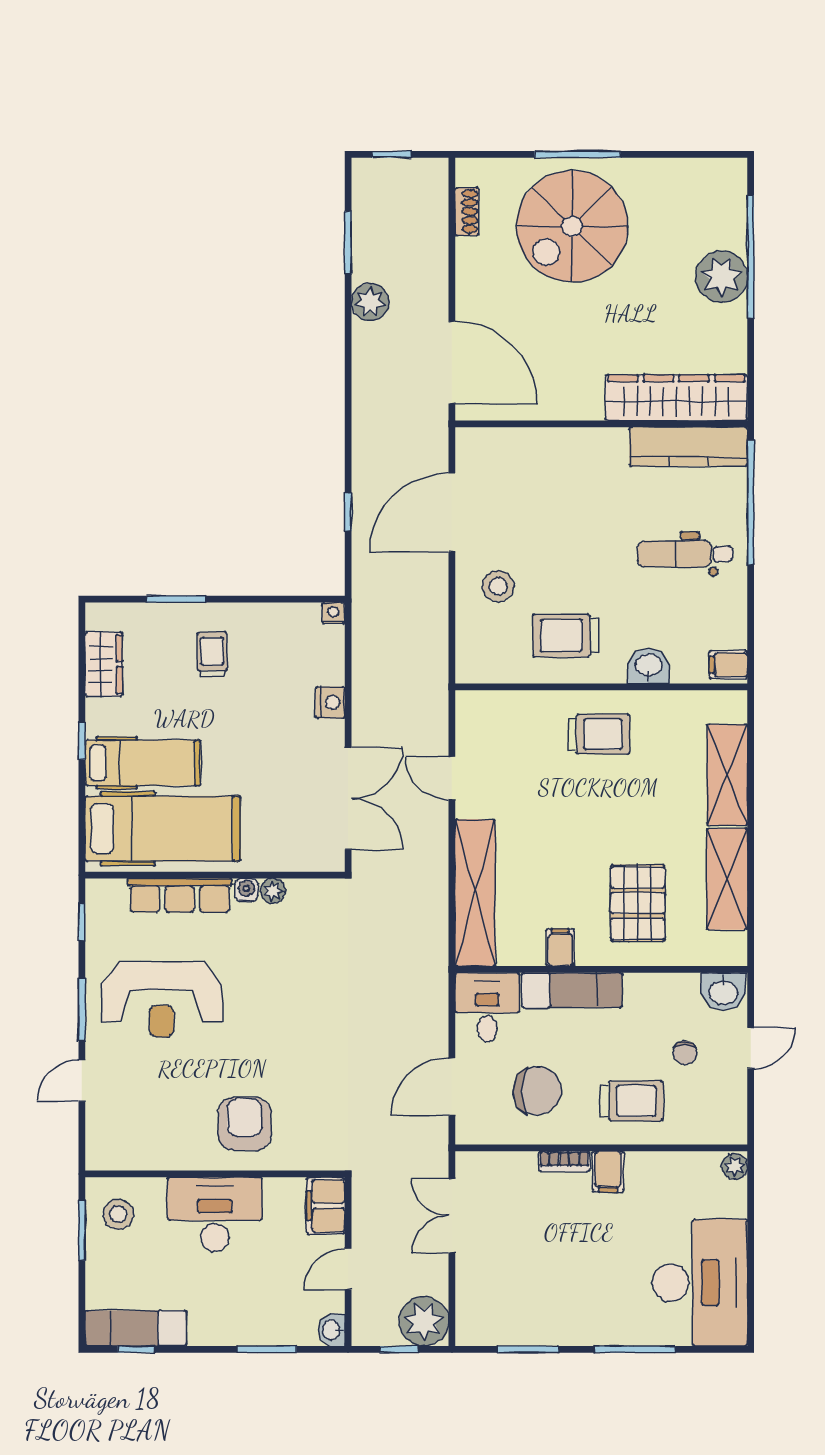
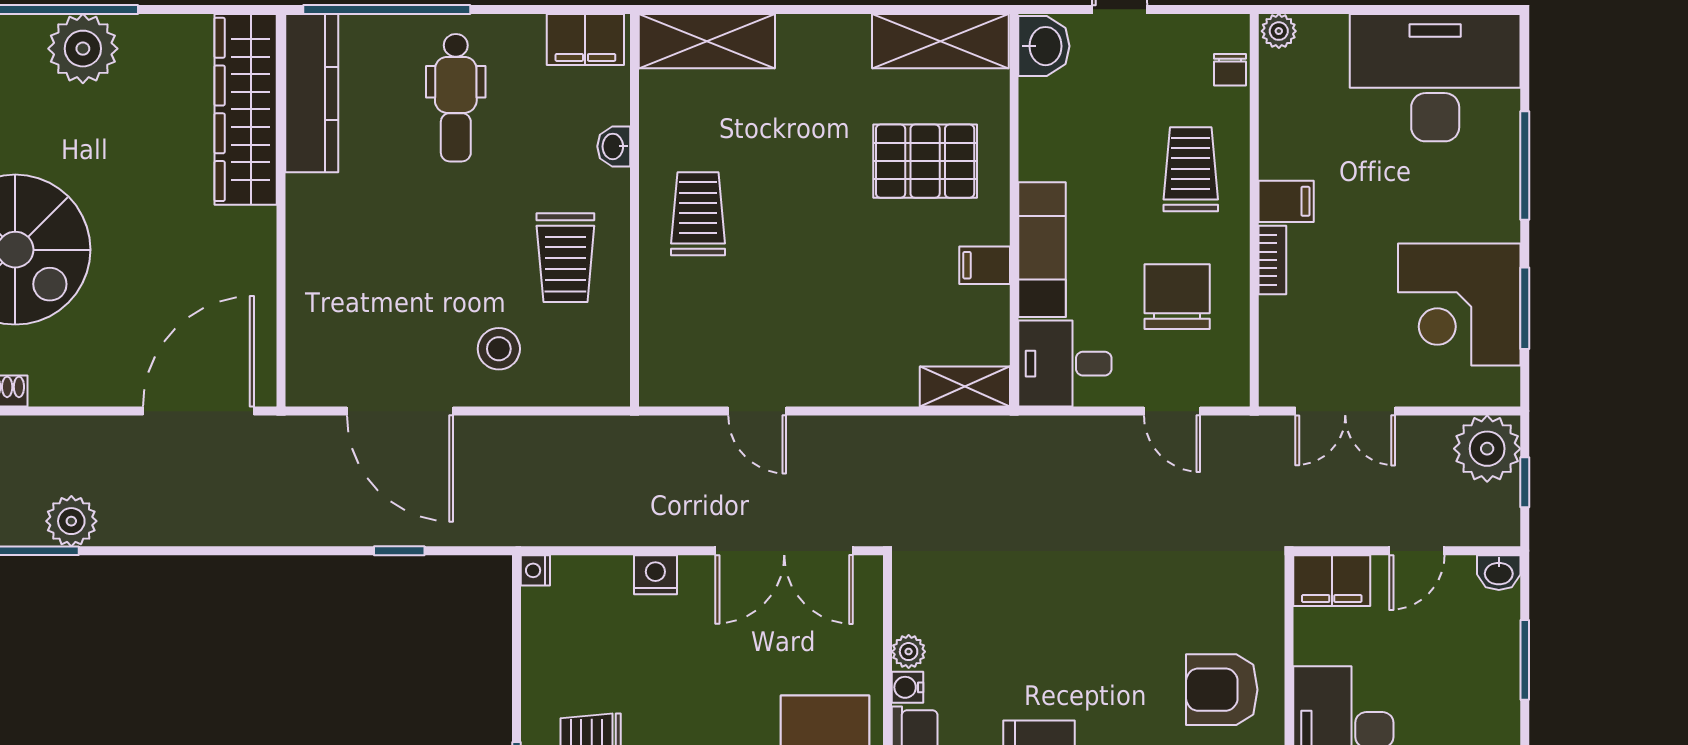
plant: (370, 302) -> (71, 521), moved
filing cabinet: (728, 665) -> (585, 40), width x2.00
washbasin: (649, 666) -> (614, 146), width x0.72, depth x0.69
shelving: (727, 775) -> (707, 41), moved
door: (452, 778) -> (757, 411), hinge flipped
double door: (348, 798) -> (784, 551), swing flipped
shelving: (727, 879) -> (940, 41), moved
shelving: (475, 893) -> (965, 386), width x0.45, depth x0.75
chair: (685, 1053) -> (1230, 70), moved, turned 90
door: (452, 1087) -> (1172, 411), width x0.73
door: (348, 1269) -> (1417, 551), hinge flipped
corner desk: (531, 1301) -> (1459, 305), added

